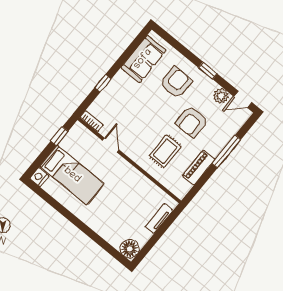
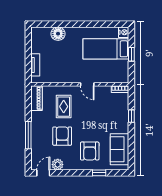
window: (208, 71) -> (99, 173), moved
window: (59, 136) -> (131, 54), moved
door: (111, 145) -> (87, 84), moved
piano: (199, 168) -> (37, 98), moved
floor lamp: (130, 249) -> (58, 34), moved

